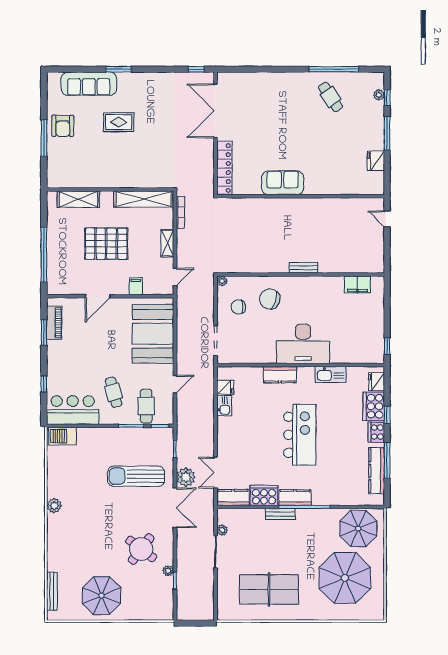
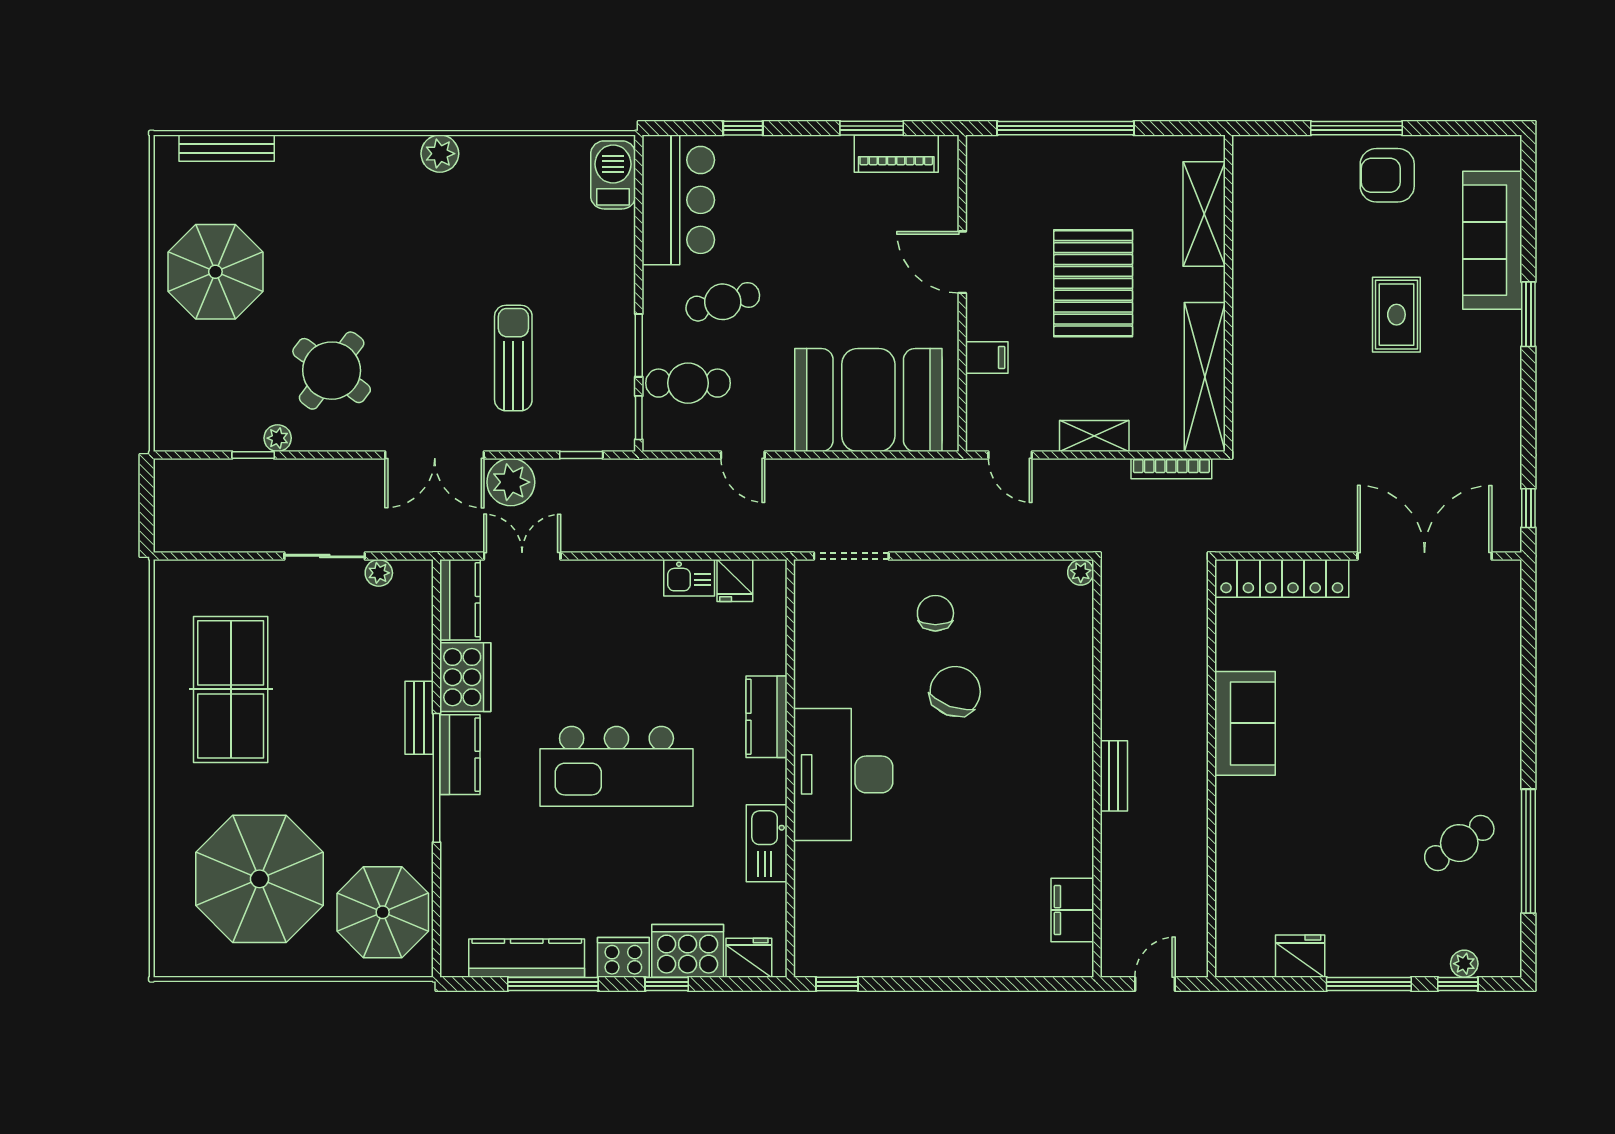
bench: (304, 268) -> (1114, 776), moved
wall: (301, 275) -> (1097, 768), moved
plant: (222, 281) -> (1081, 572), moved
filing cabinet: (357, 284) -> (1072, 910), moved
sun lounger: (136, 476) -> (513, 358), width x0.73, depth x0.75

